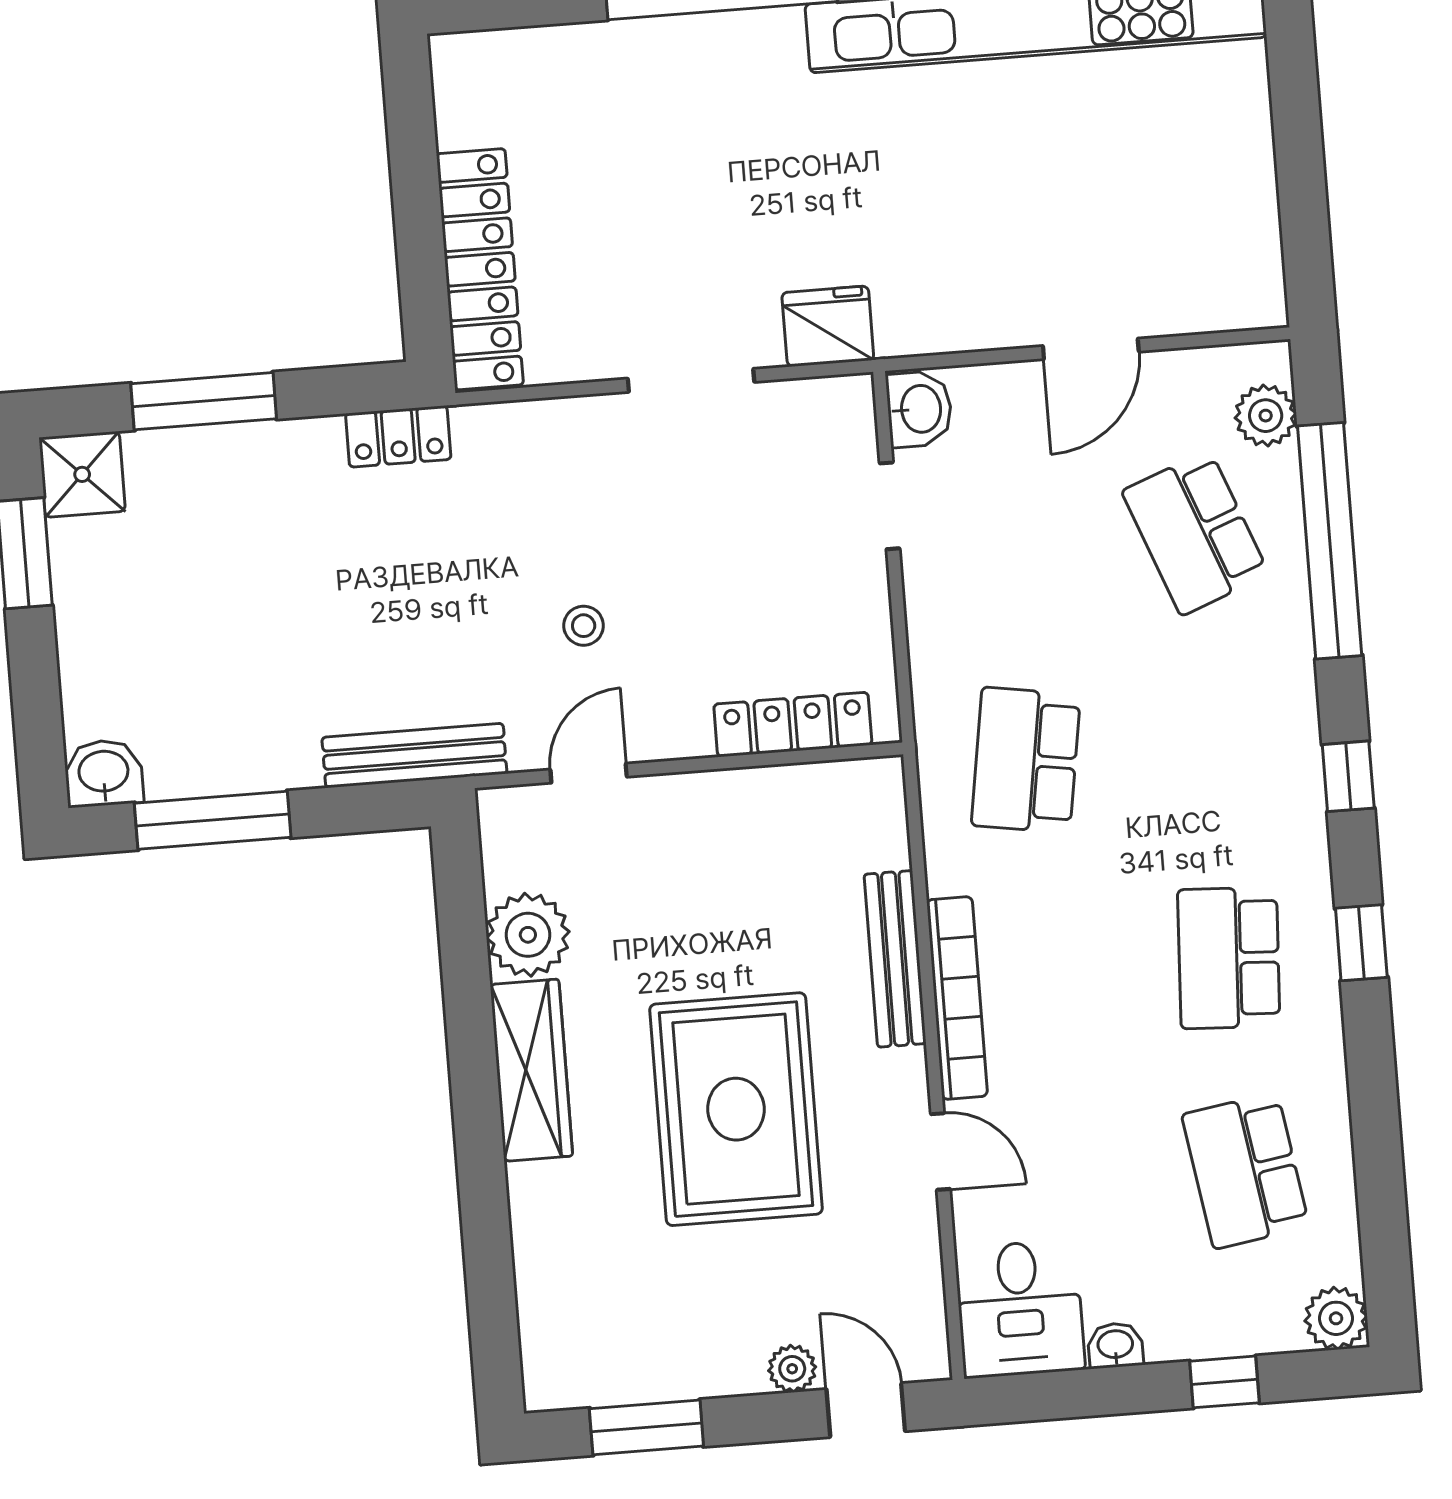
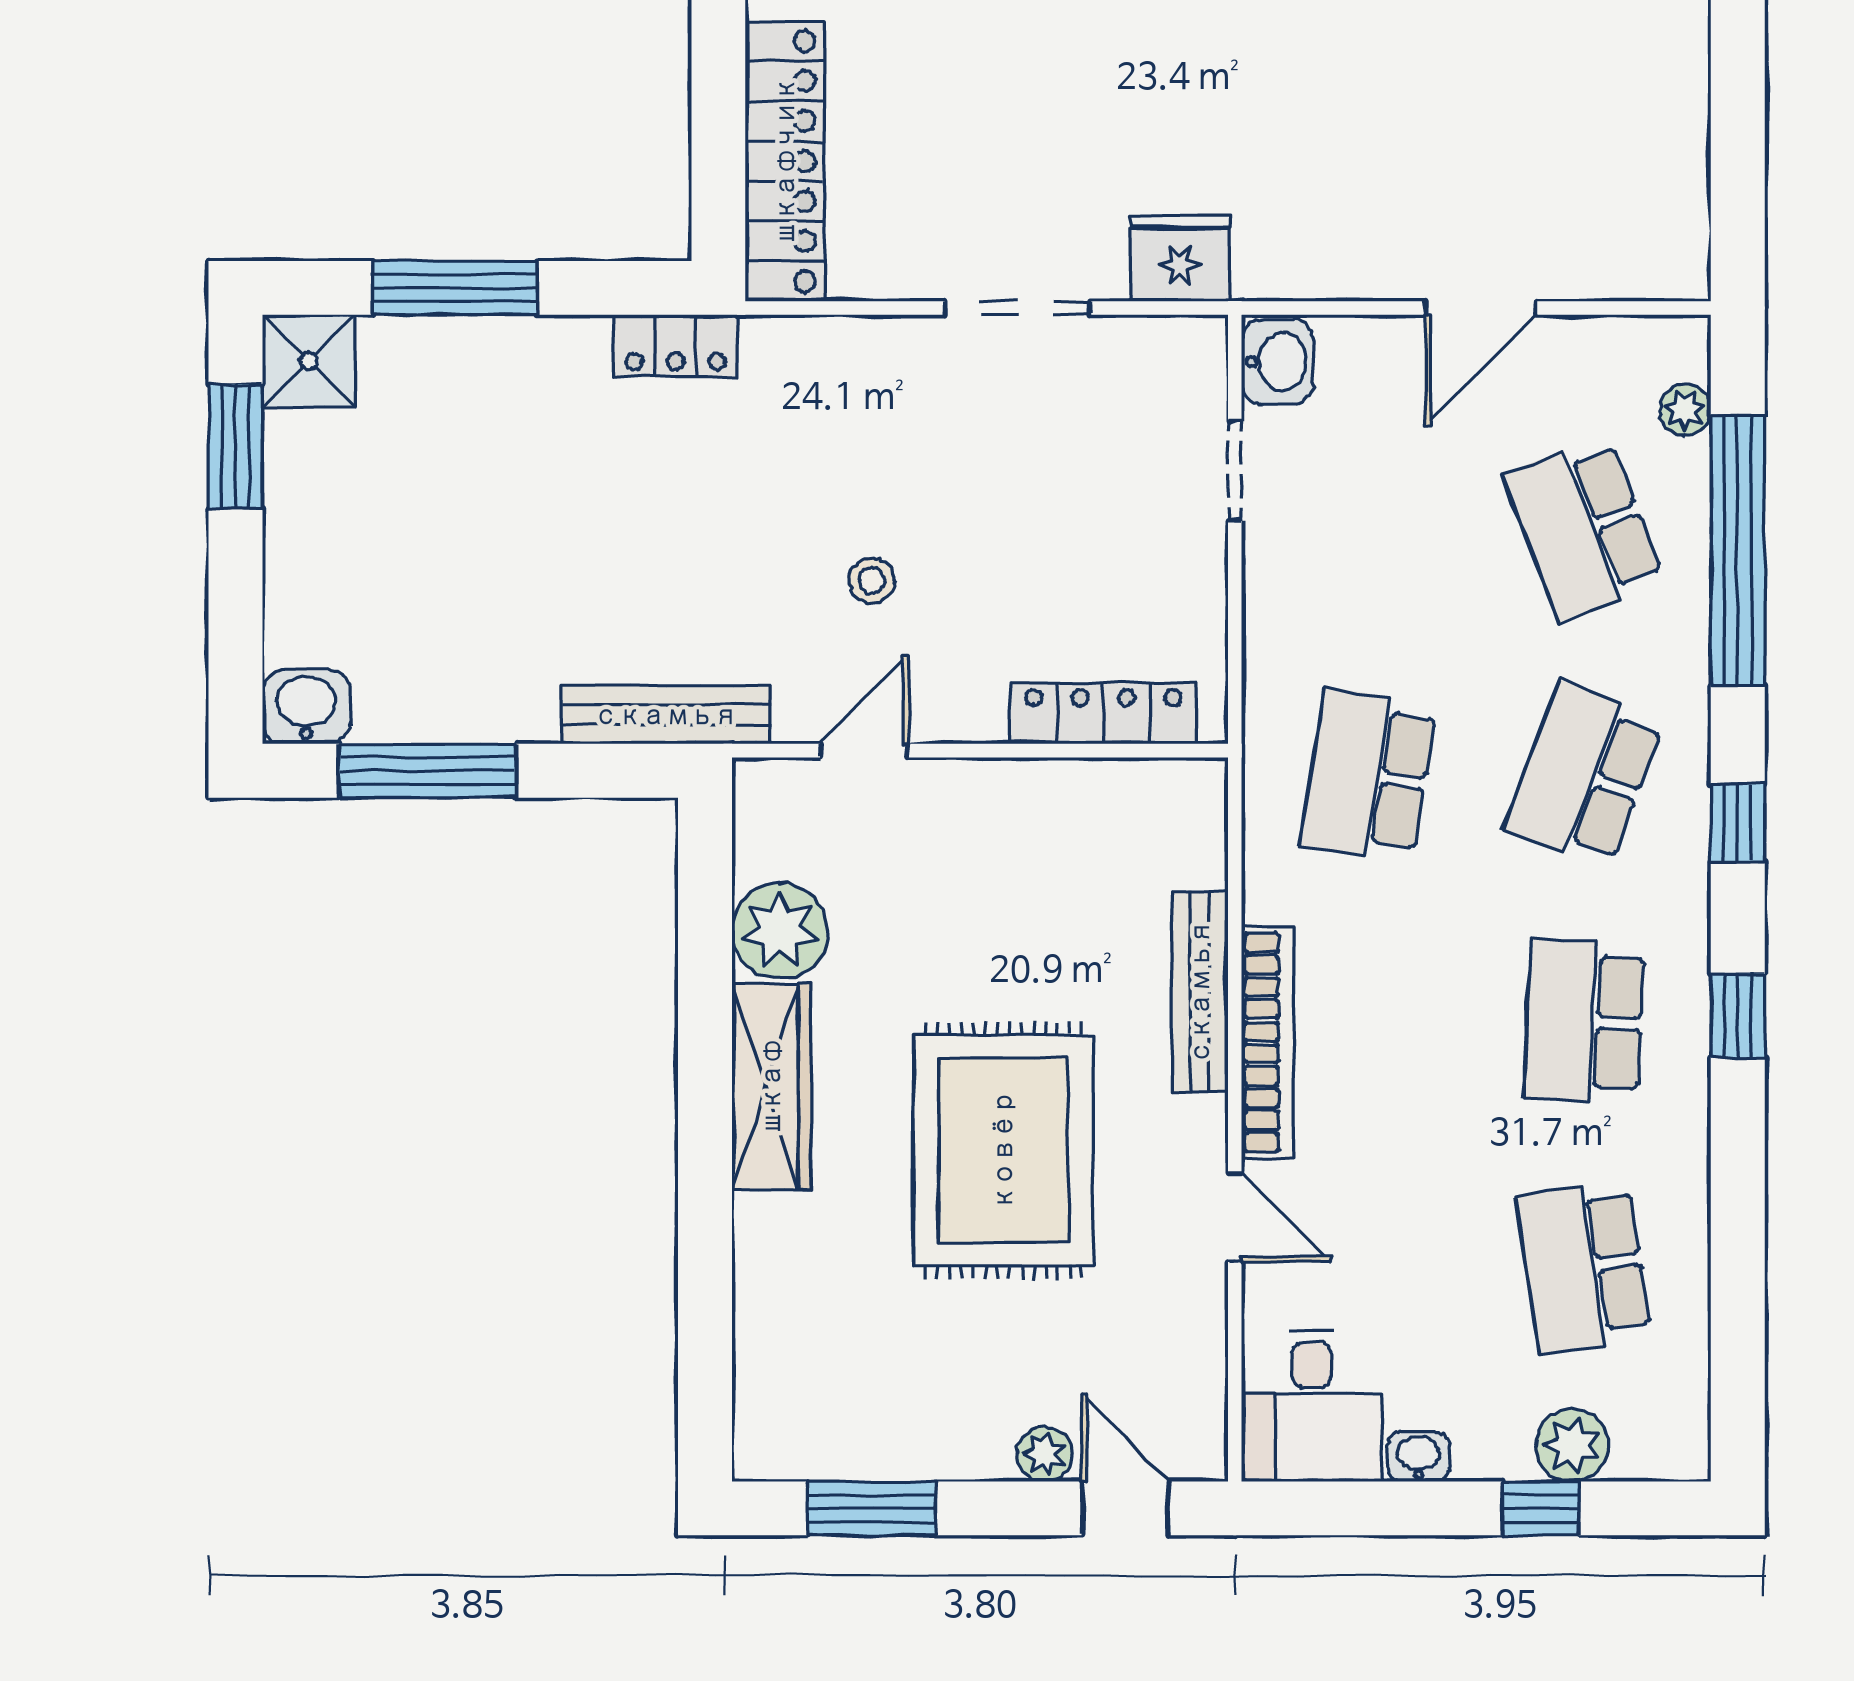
plant: (1266, 416) -> (1685, 410), width x0.73, depth x0.73
school desk: (1212, 745) -> (1584, 775), added
plant: (1336, 1318) -> (1572, 1445), moved

